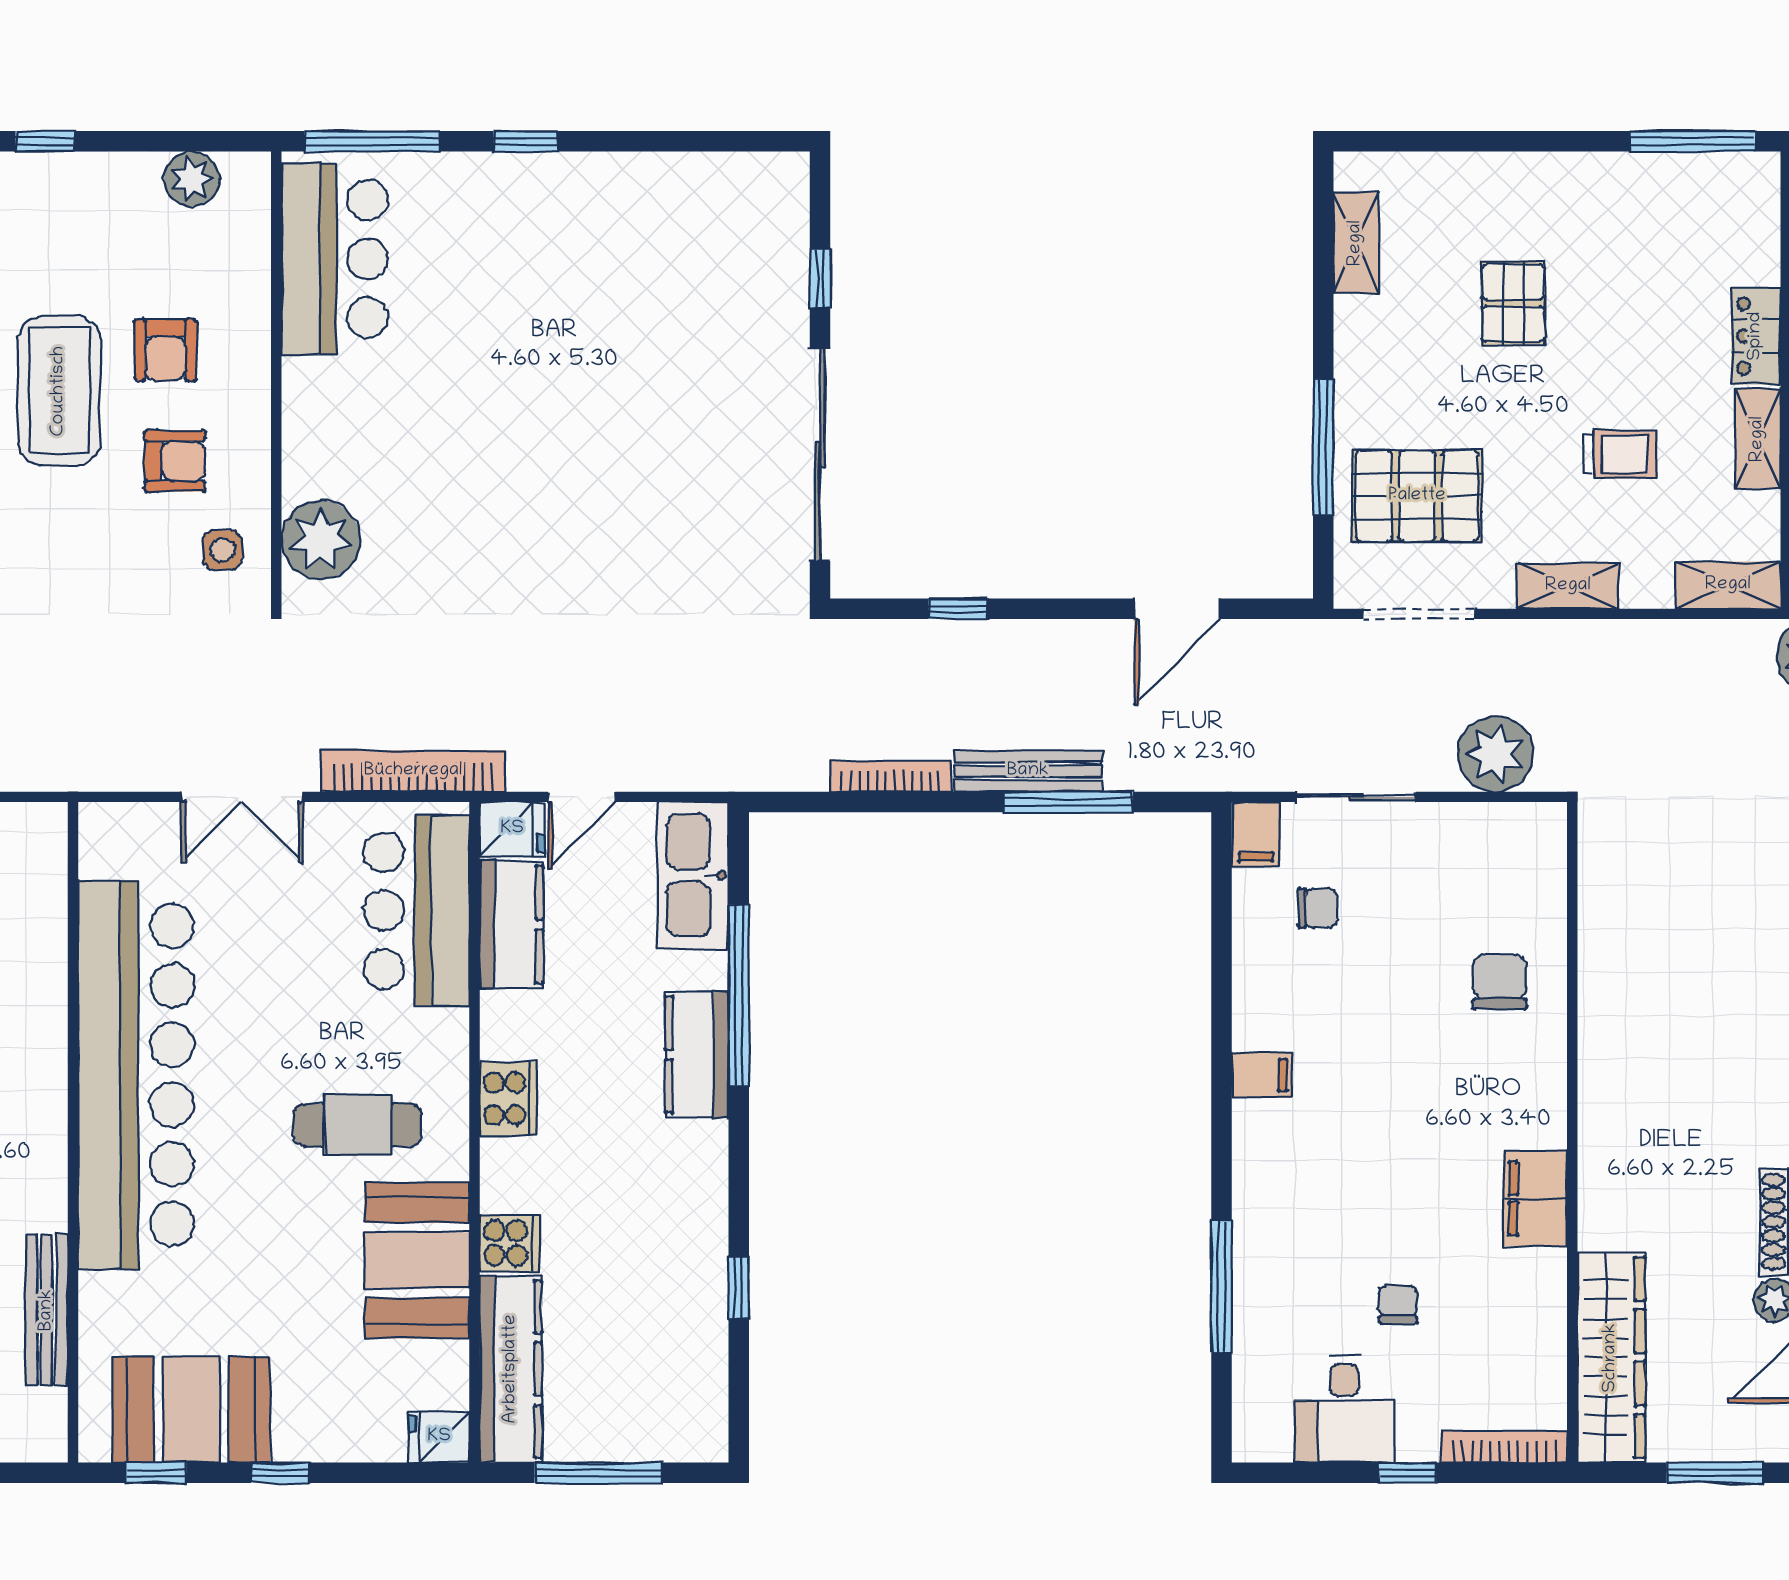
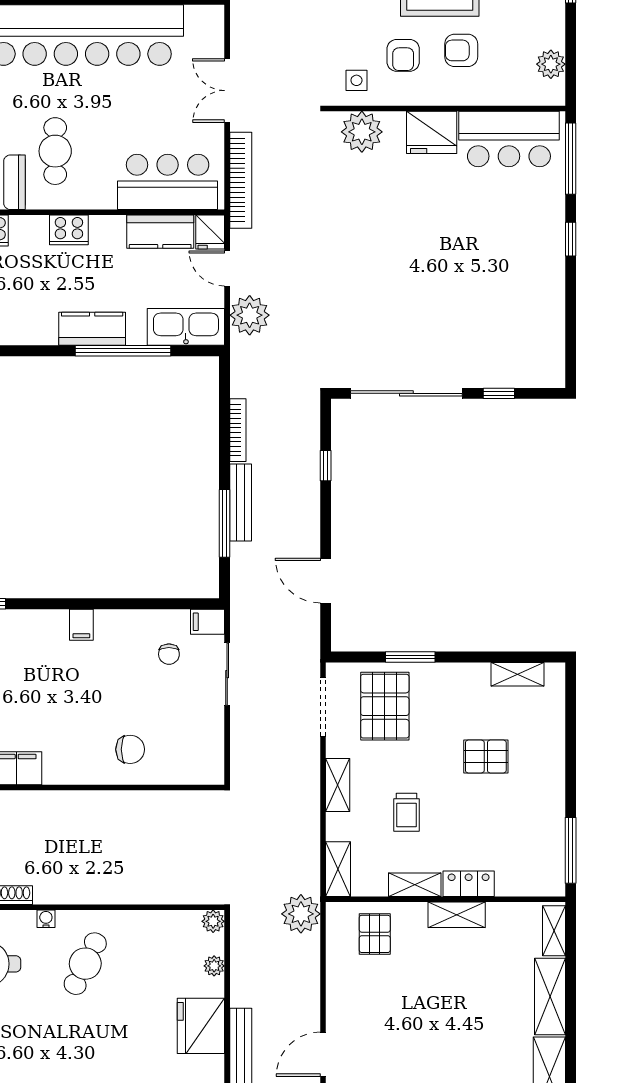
fridge: (322, 406) -> (432, 132), added
window: (1323, 447) -> (410, 657), width x0.69
plant: (1496, 754) -> (250, 315), moved

